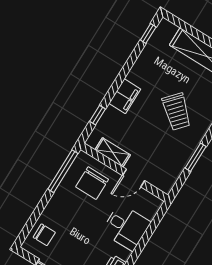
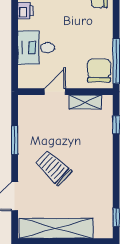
filing cabinet: (125, 96) -> (104, 154), removed
chair: (92, 183) -> (99, 70), moved

